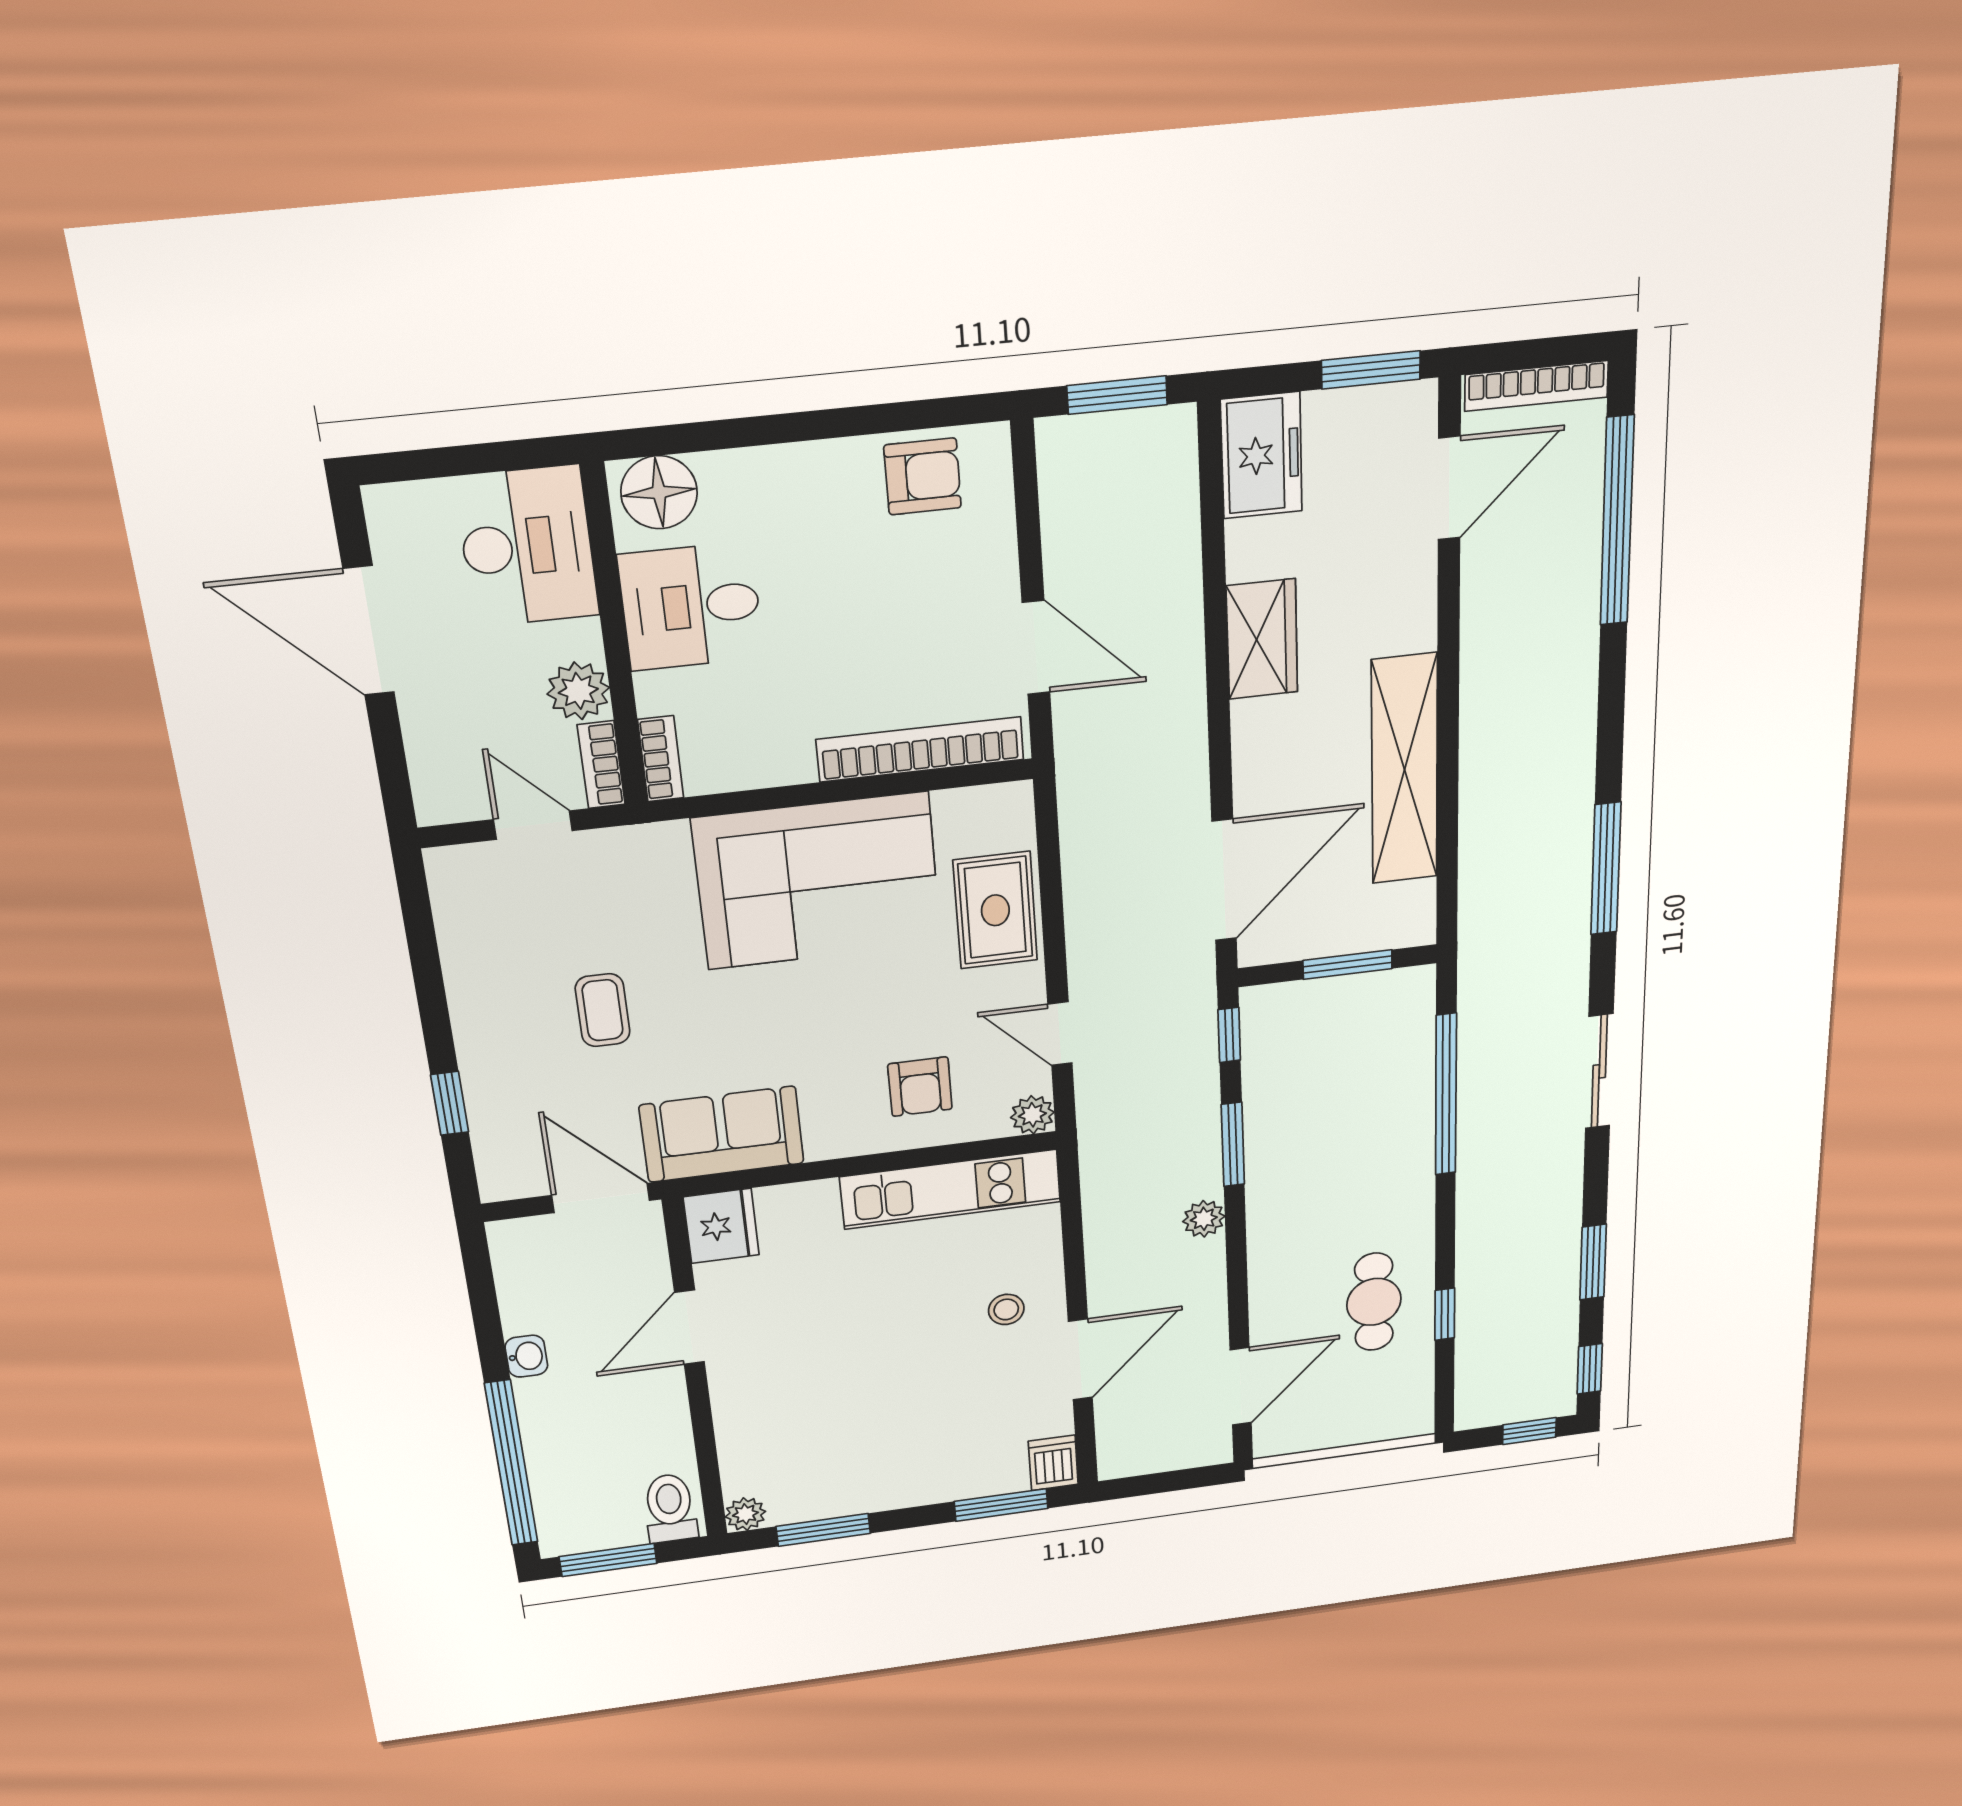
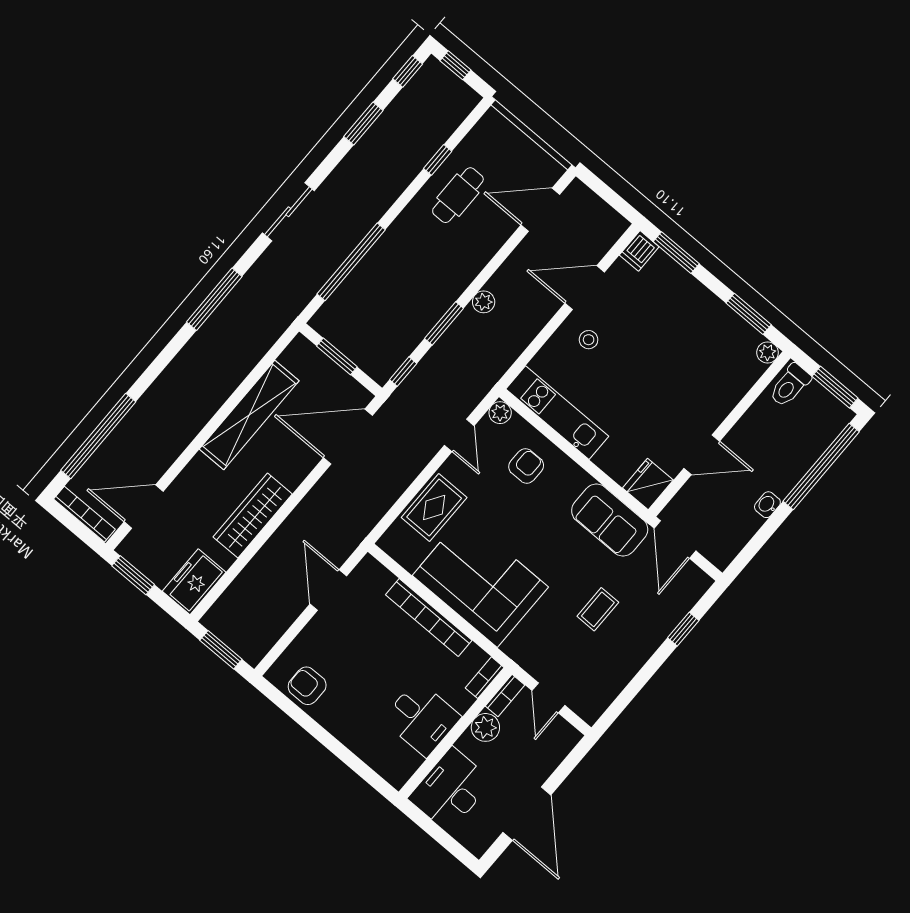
floor lamp: (659, 492) -> (393, 765), removed
wardrobe: (1262, 639) -> (253, 516), width x1.50
bookcase: (920, 749) -> (429, 617), moved

